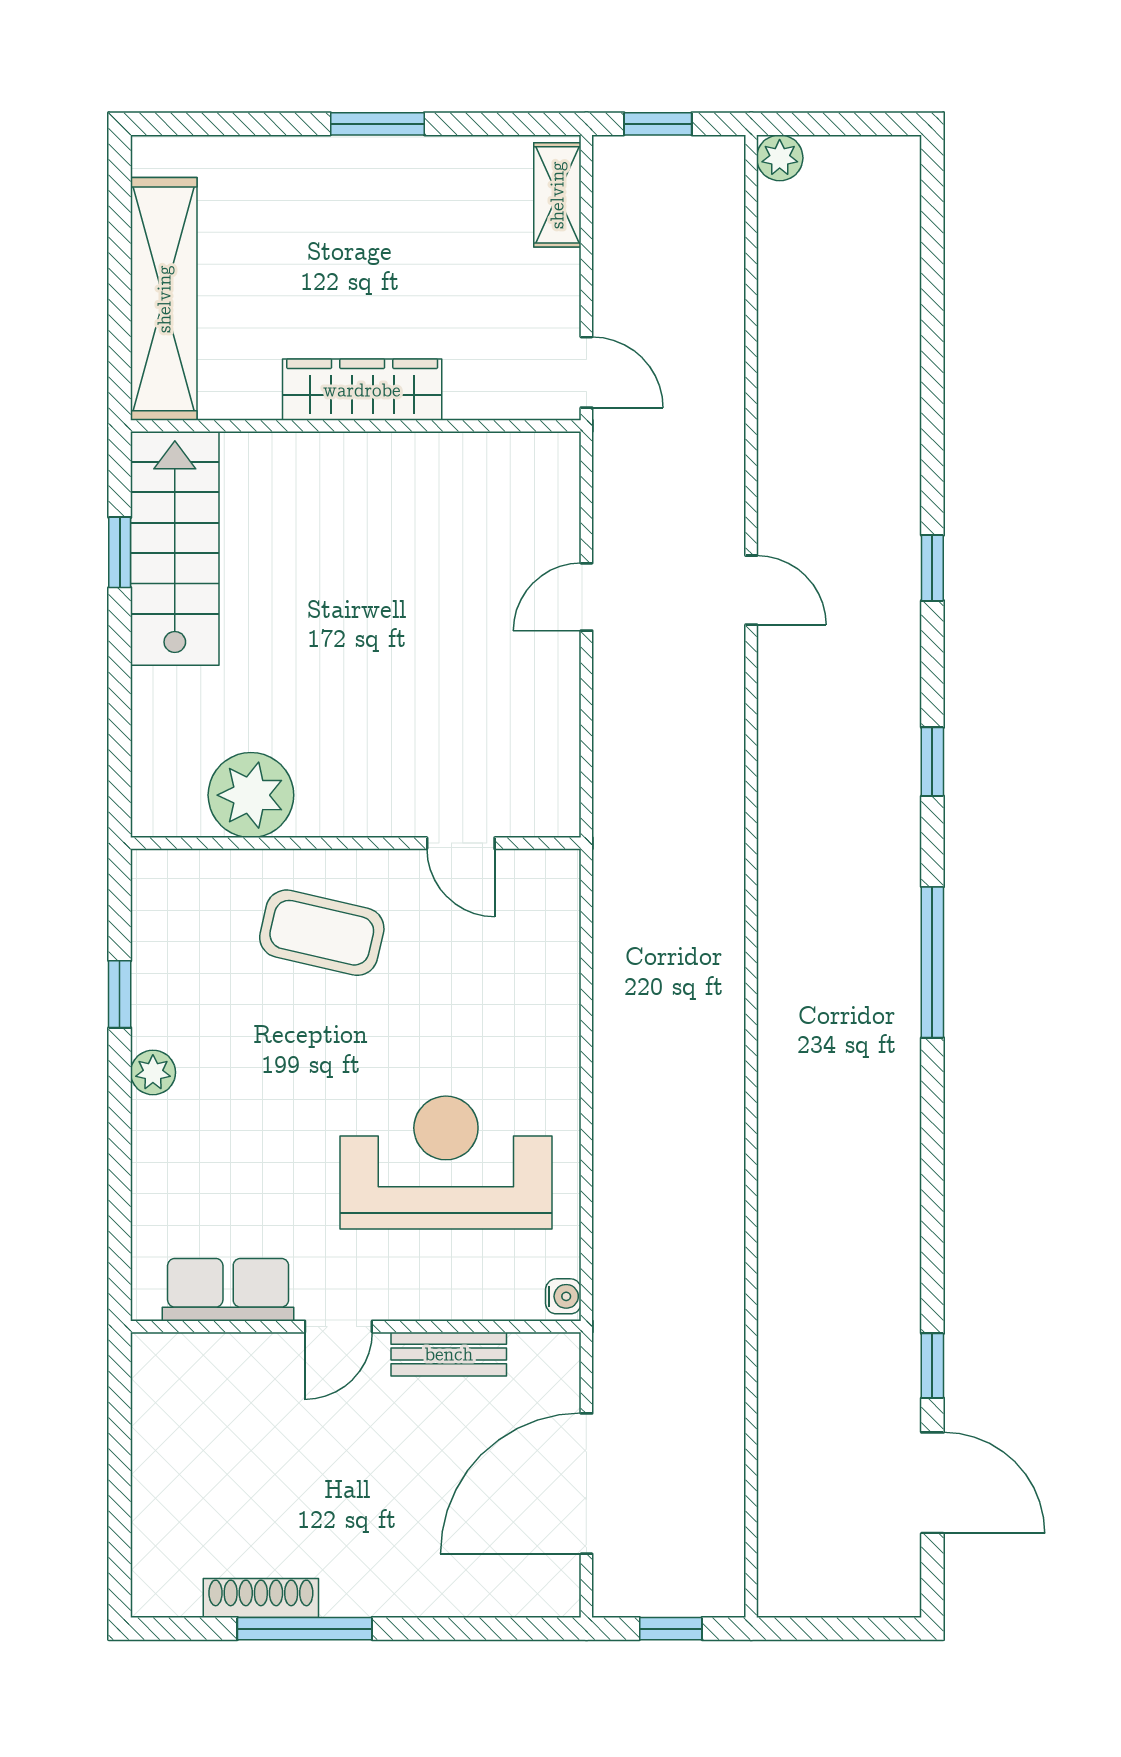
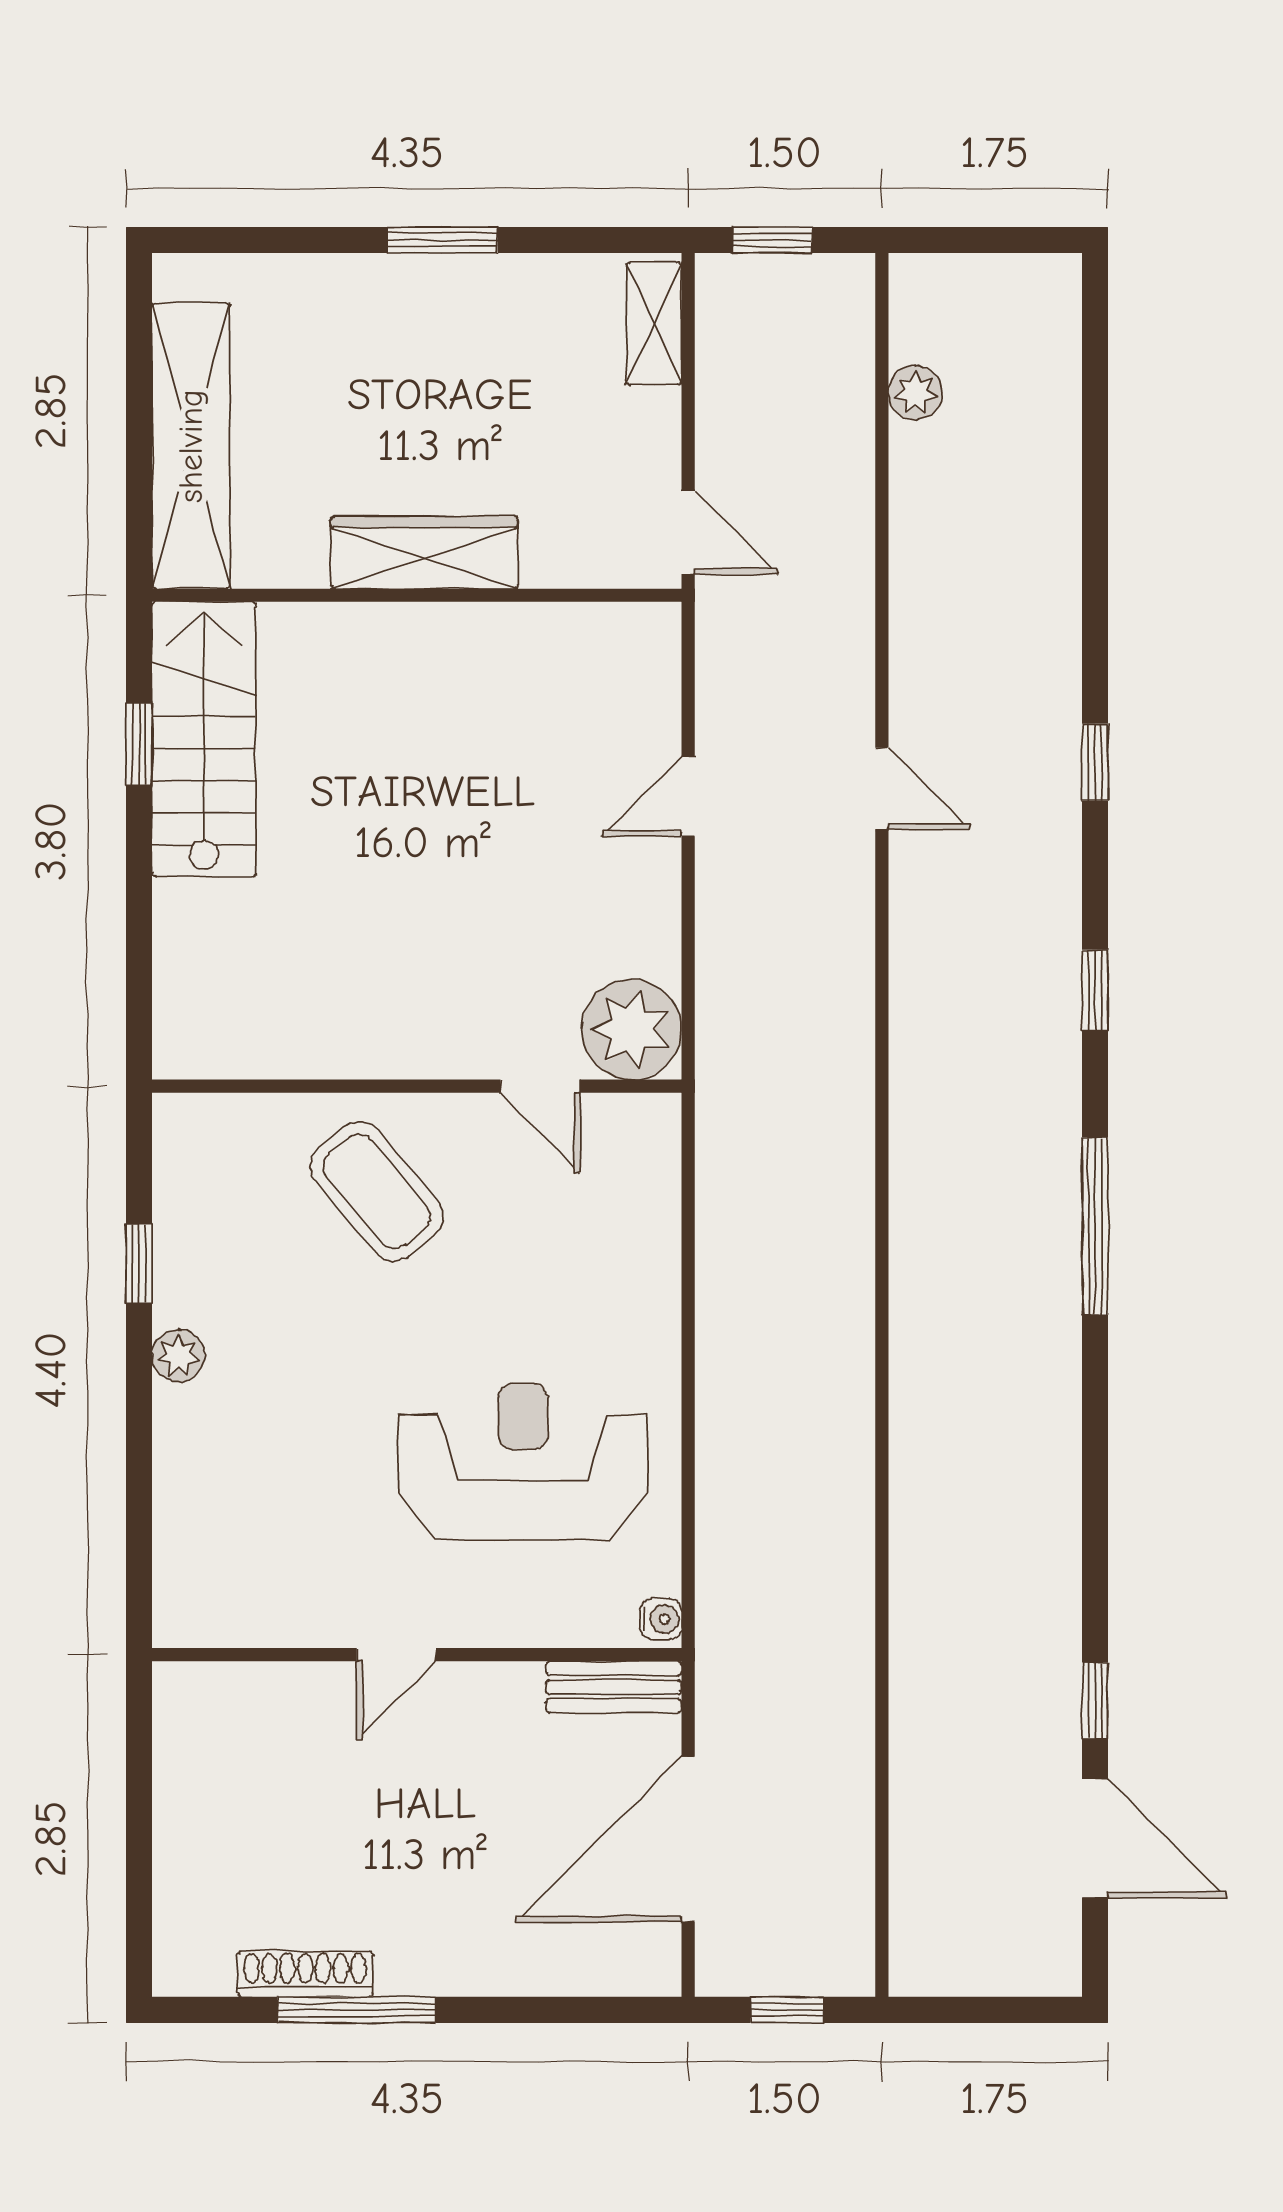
plant: (780, 158) -> (915, 393), moved
plant: (251, 795) -> (631, 1030), moved
coffee table: (322, 933) -> (377, 1191), turned 37
row of seats: (228, 1290) -> (267, 1611), removed
bench: (449, 1354) -> (614, 1687), moved

